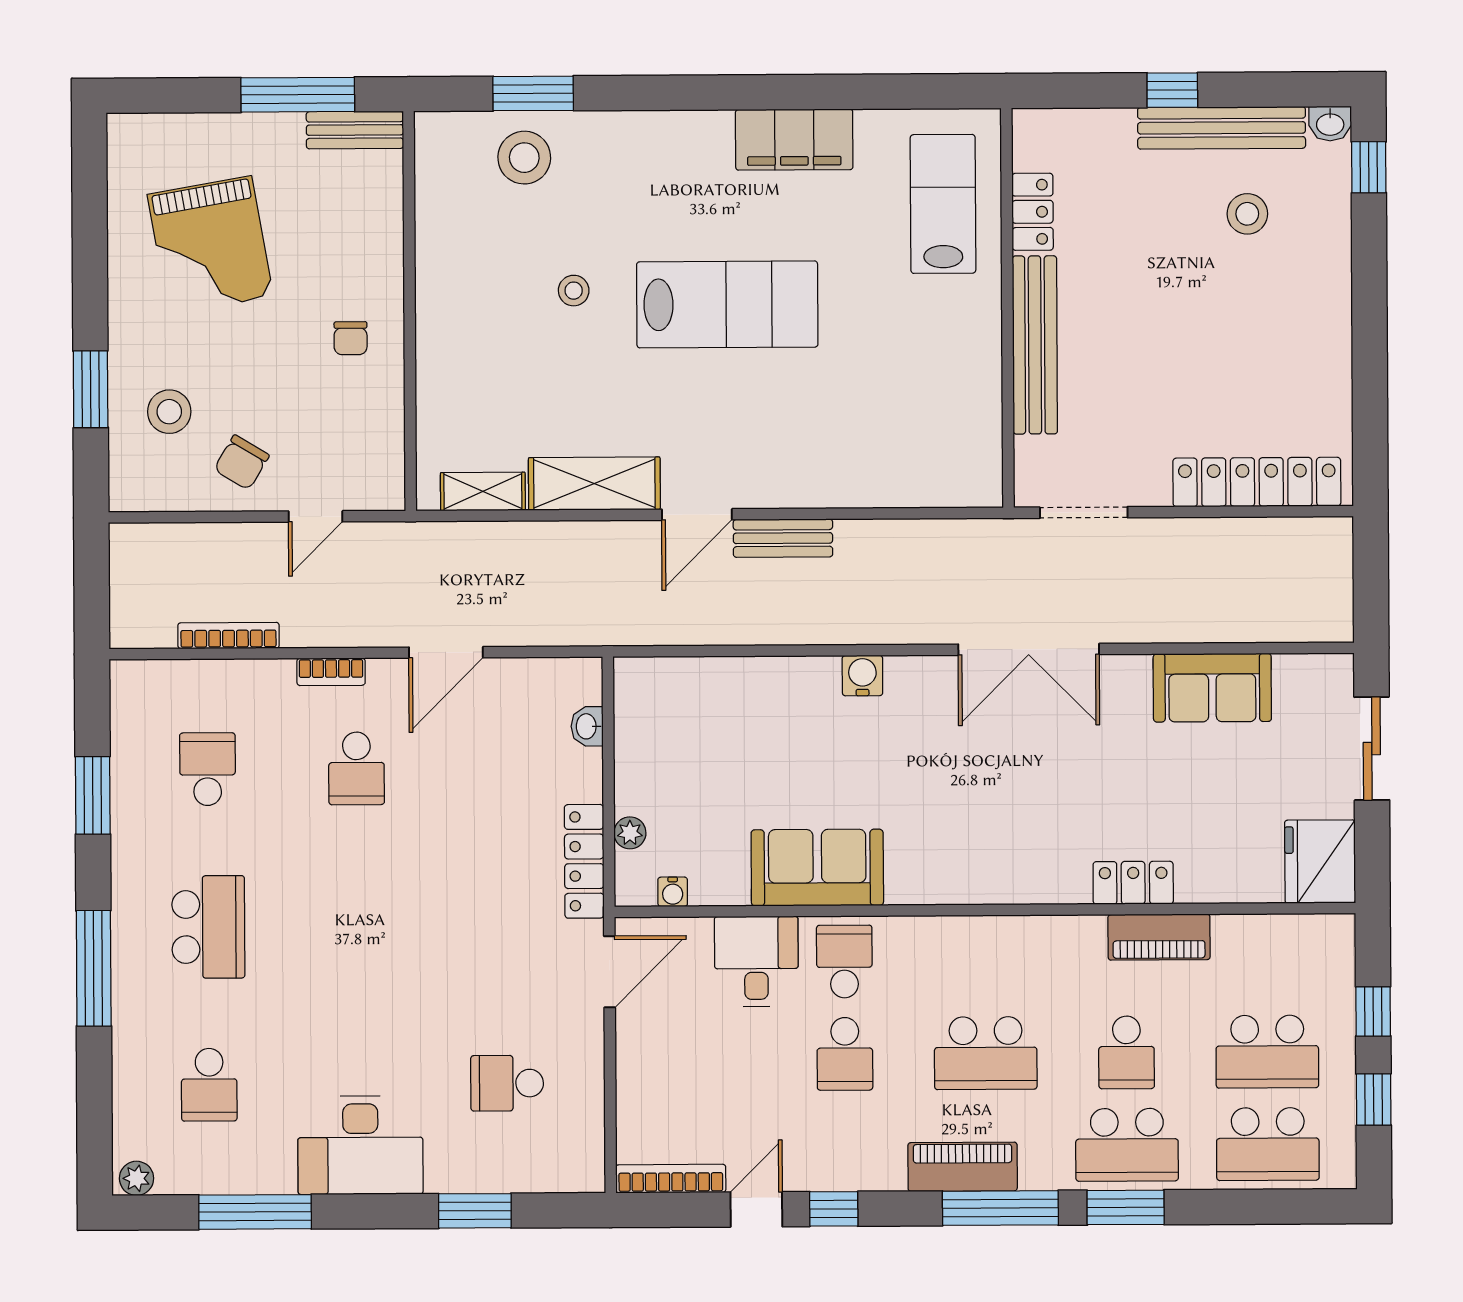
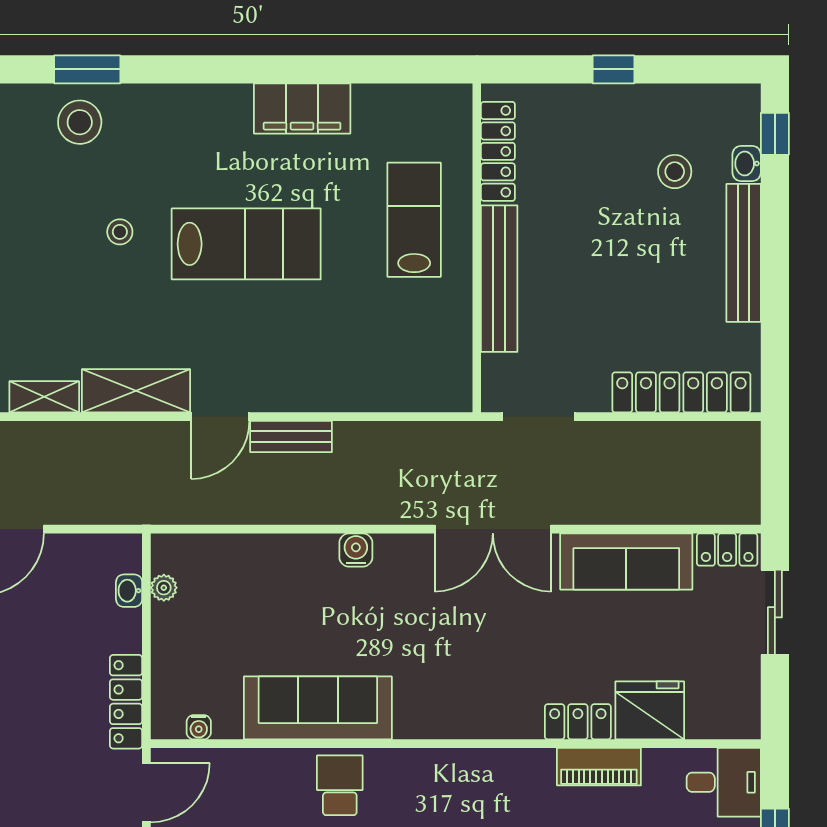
washbasin: (1330, 124) -> (747, 163), moved, turned 90
bench: (1222, 128) -> (744, 253), moved, turned 90
lab bench: (943, 204) -> (414, 220), moved
locker: (1033, 212) -> (498, 151), width x1.53
locker: (1313, 673) -> (727, 550), added
sofa: (1212, 688) -> (626, 561), width x1.36
plant: (630, 833) -> (164, 588), moved
fridge: (1320, 862) -> (650, 710), moved, turned 90
sofa: (817, 868) -> (318, 708), width x1.36
desk: (756, 961) -> (724, 782), moved, turned 90

